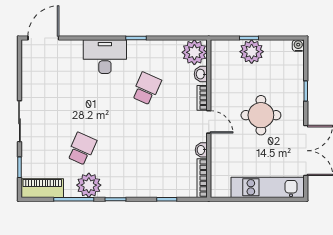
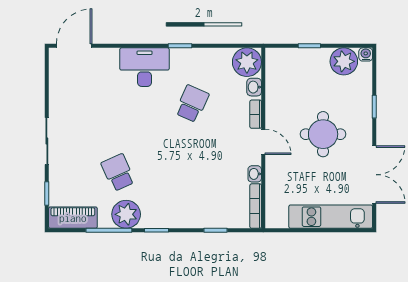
plant: (252, 52) -> (344, 61), moved
school desk: (82, 149) -> (118, 173), turned -48

